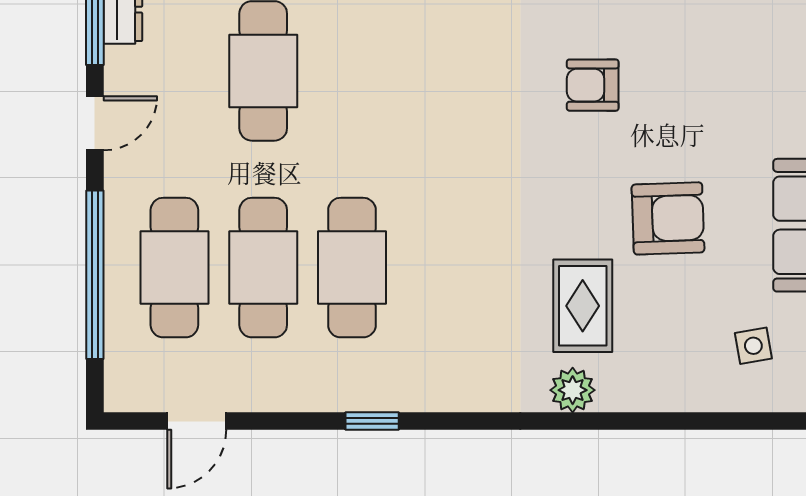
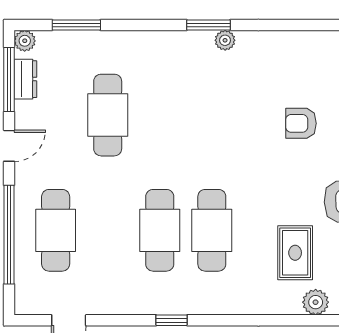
cafe table: (263, 268) -> (212, 230), moved
plant: (573, 390) -> (316, 302), moved

